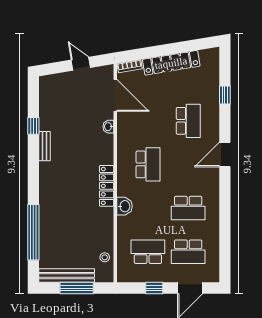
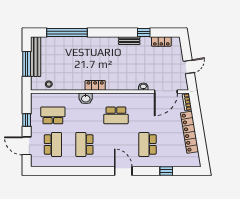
locker: (46, 102) -> (161, 41), added
school desk: (188, 121) -> (147, 144), turned 90
locker: (107, 186) -> (95, 85), width x0.66
school desk: (148, 252) -> (53, 115), turned -90
school desk: (188, 252) -> (53, 144), turned 180

